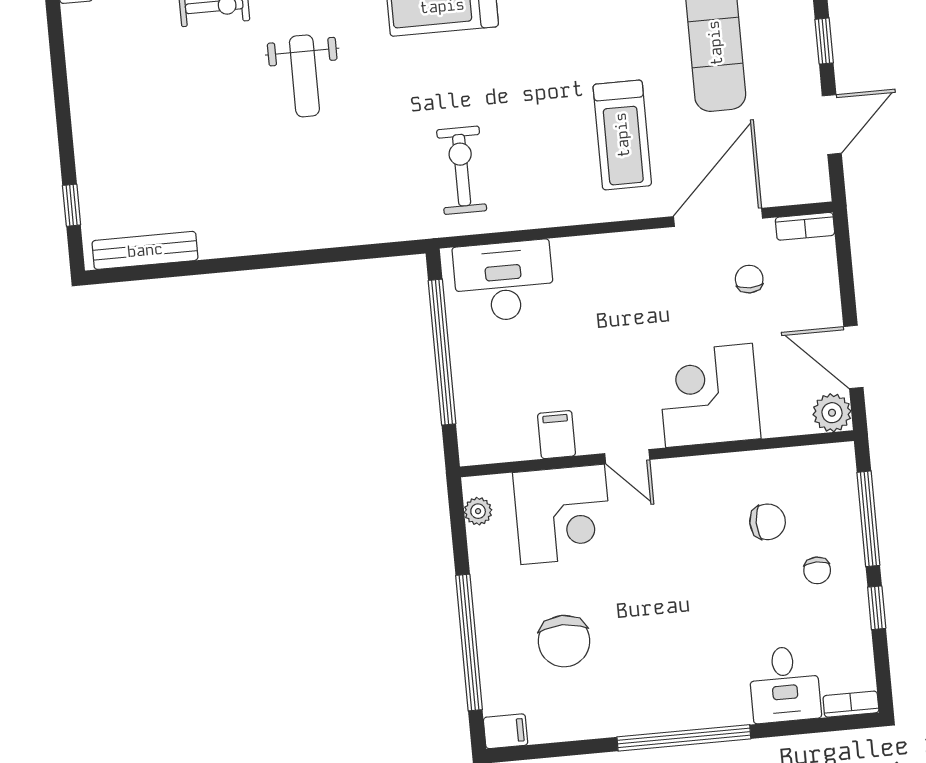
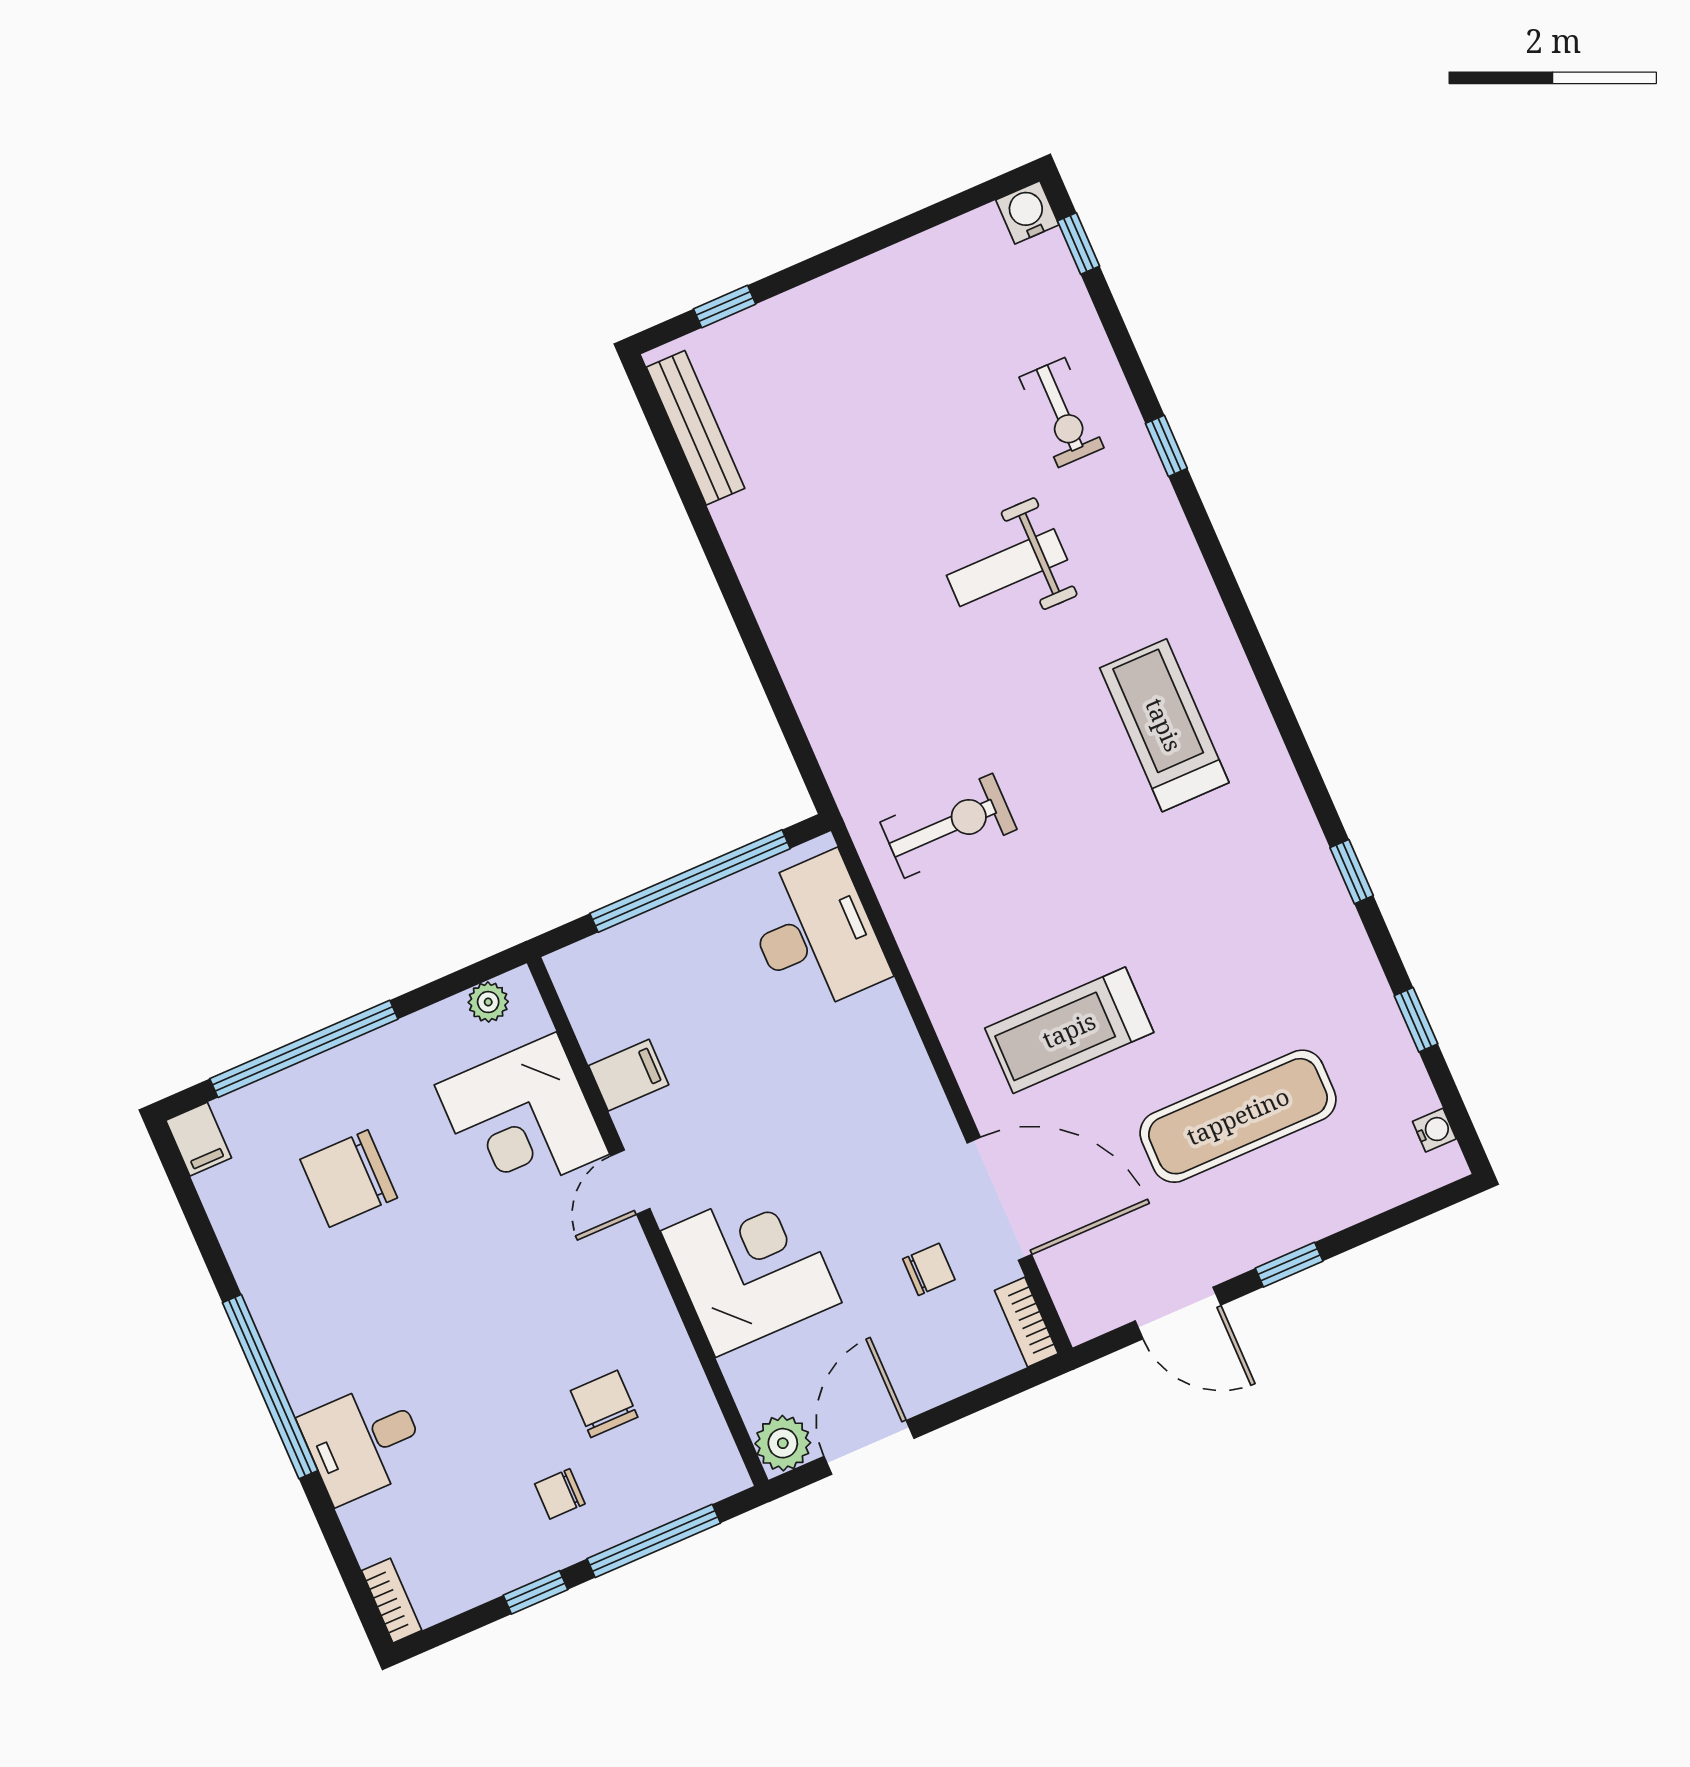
chair: (768, 522) -> (604, 1404), turned 180
desk: (784, 684) -> (364, 1442), moved

